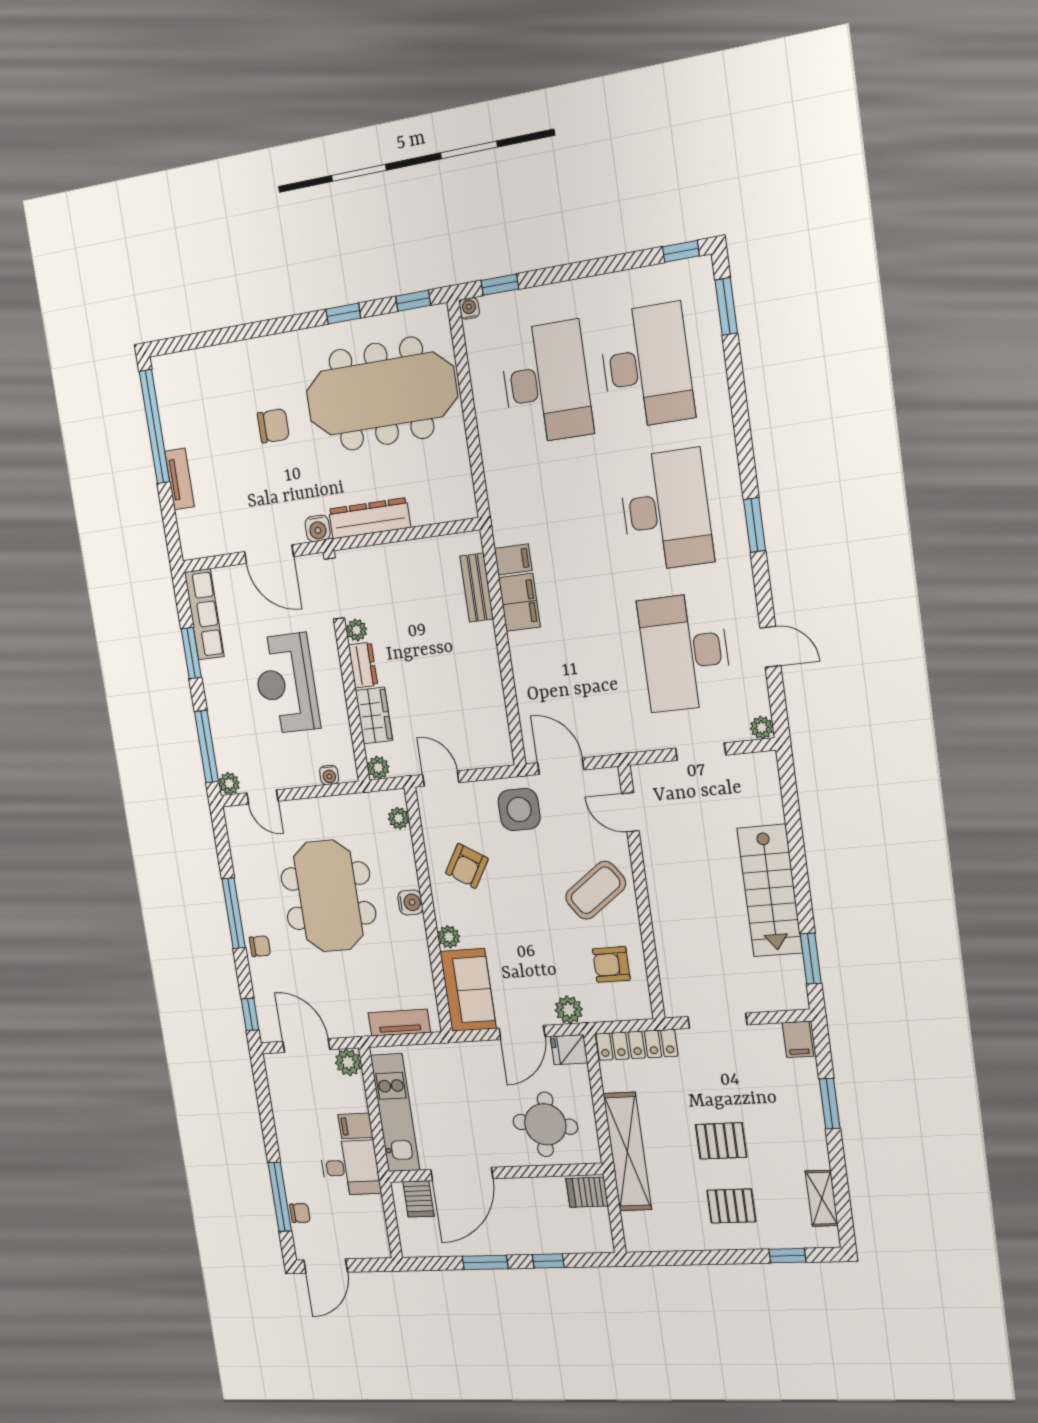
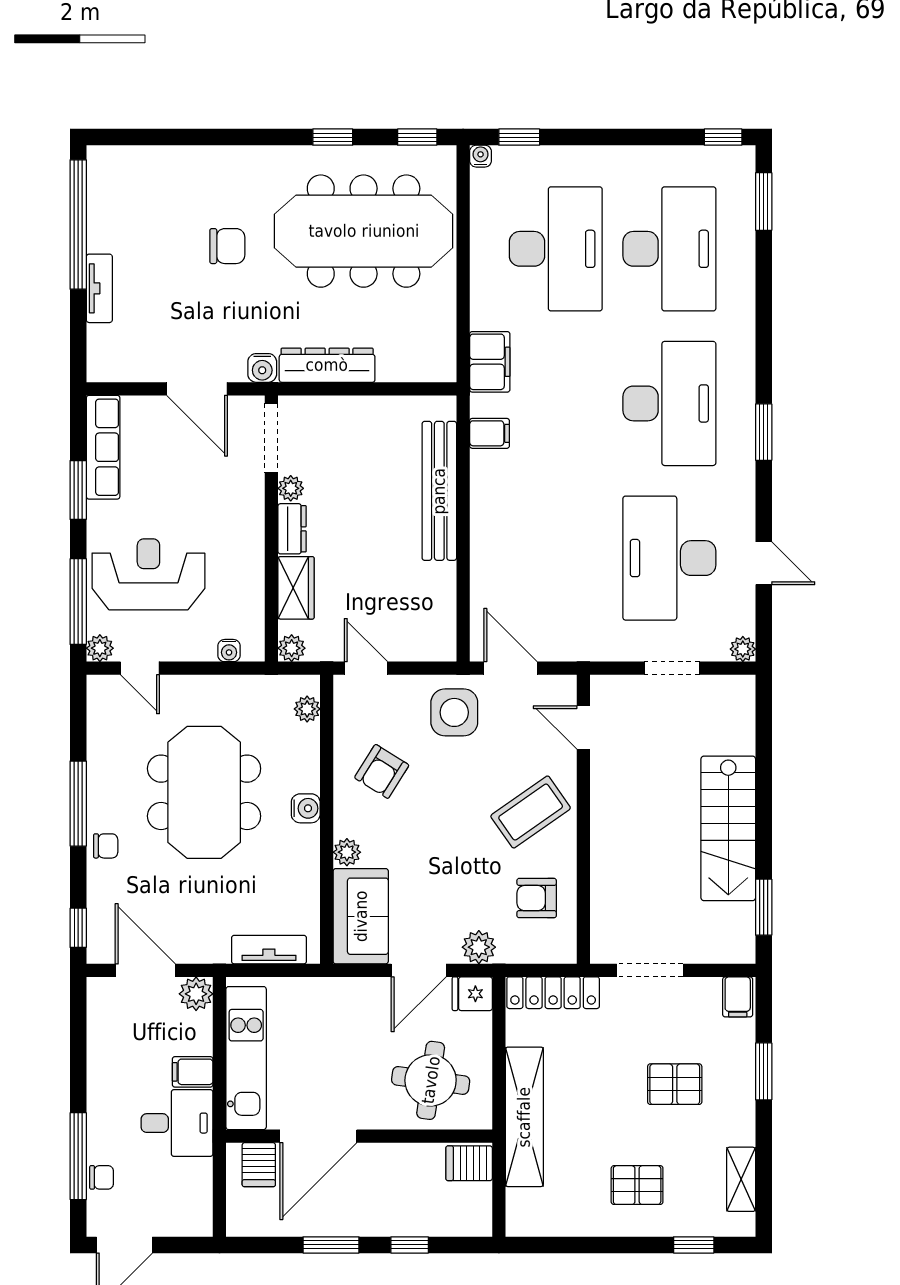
bench: (477, 588) -> (439, 491), width x1.86, depth x1.21
filing cabinet: (519, 602) -> (490, 362), moved
reception desk: (286, 684) -> (148, 574), moved, turned 90
pallet: (721, 1141) -> (675, 1084), moved

